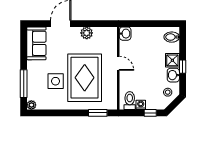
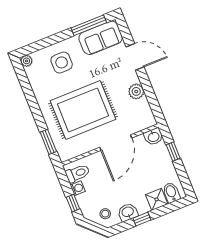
window: (142, 24) -> (173, 152), added
shower: (172, 60) -> (157, 199), moved
door: (118, 63) -> (116, 143), width x1.88
side table: (56, 81) -> (62, 62), moved
window: (24, 84) -> (89, 25), moved

